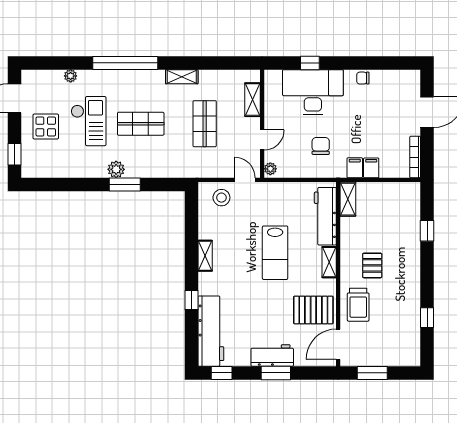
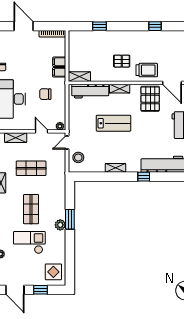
display table: (46, 127) -> (53, 272), moved
window: (15, 154) -> (41, 290), moved

